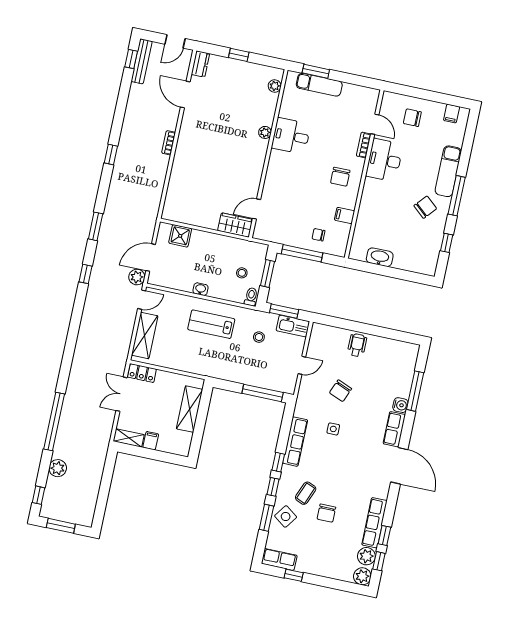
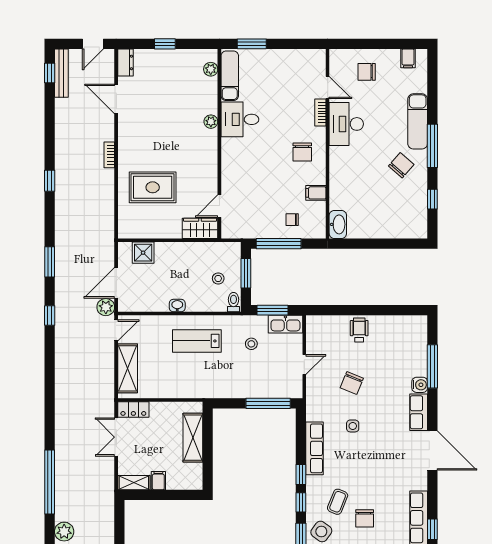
exam couch: (319, 85) -> (230, 76), moved, turned -90
rug: (201, 180) -> (153, 187), added
washbasin: (380, 257) -> (338, 224), moved, turned 90

